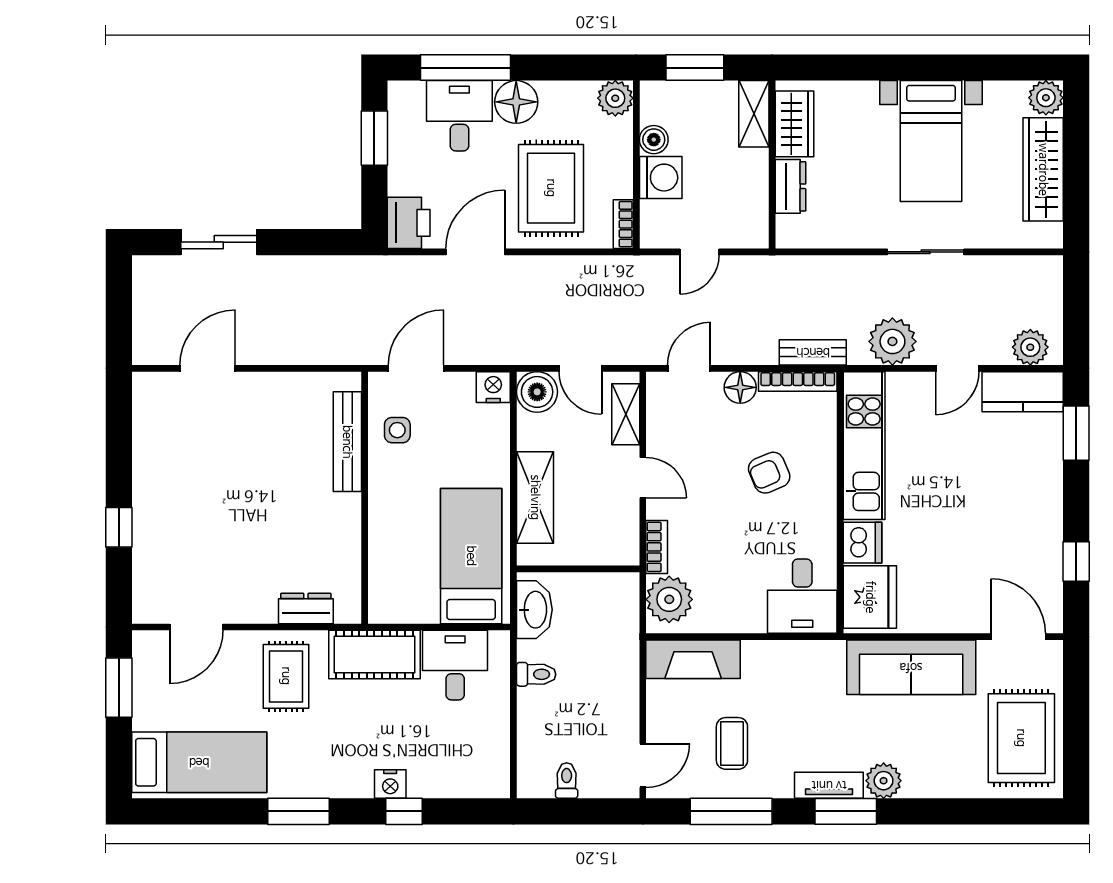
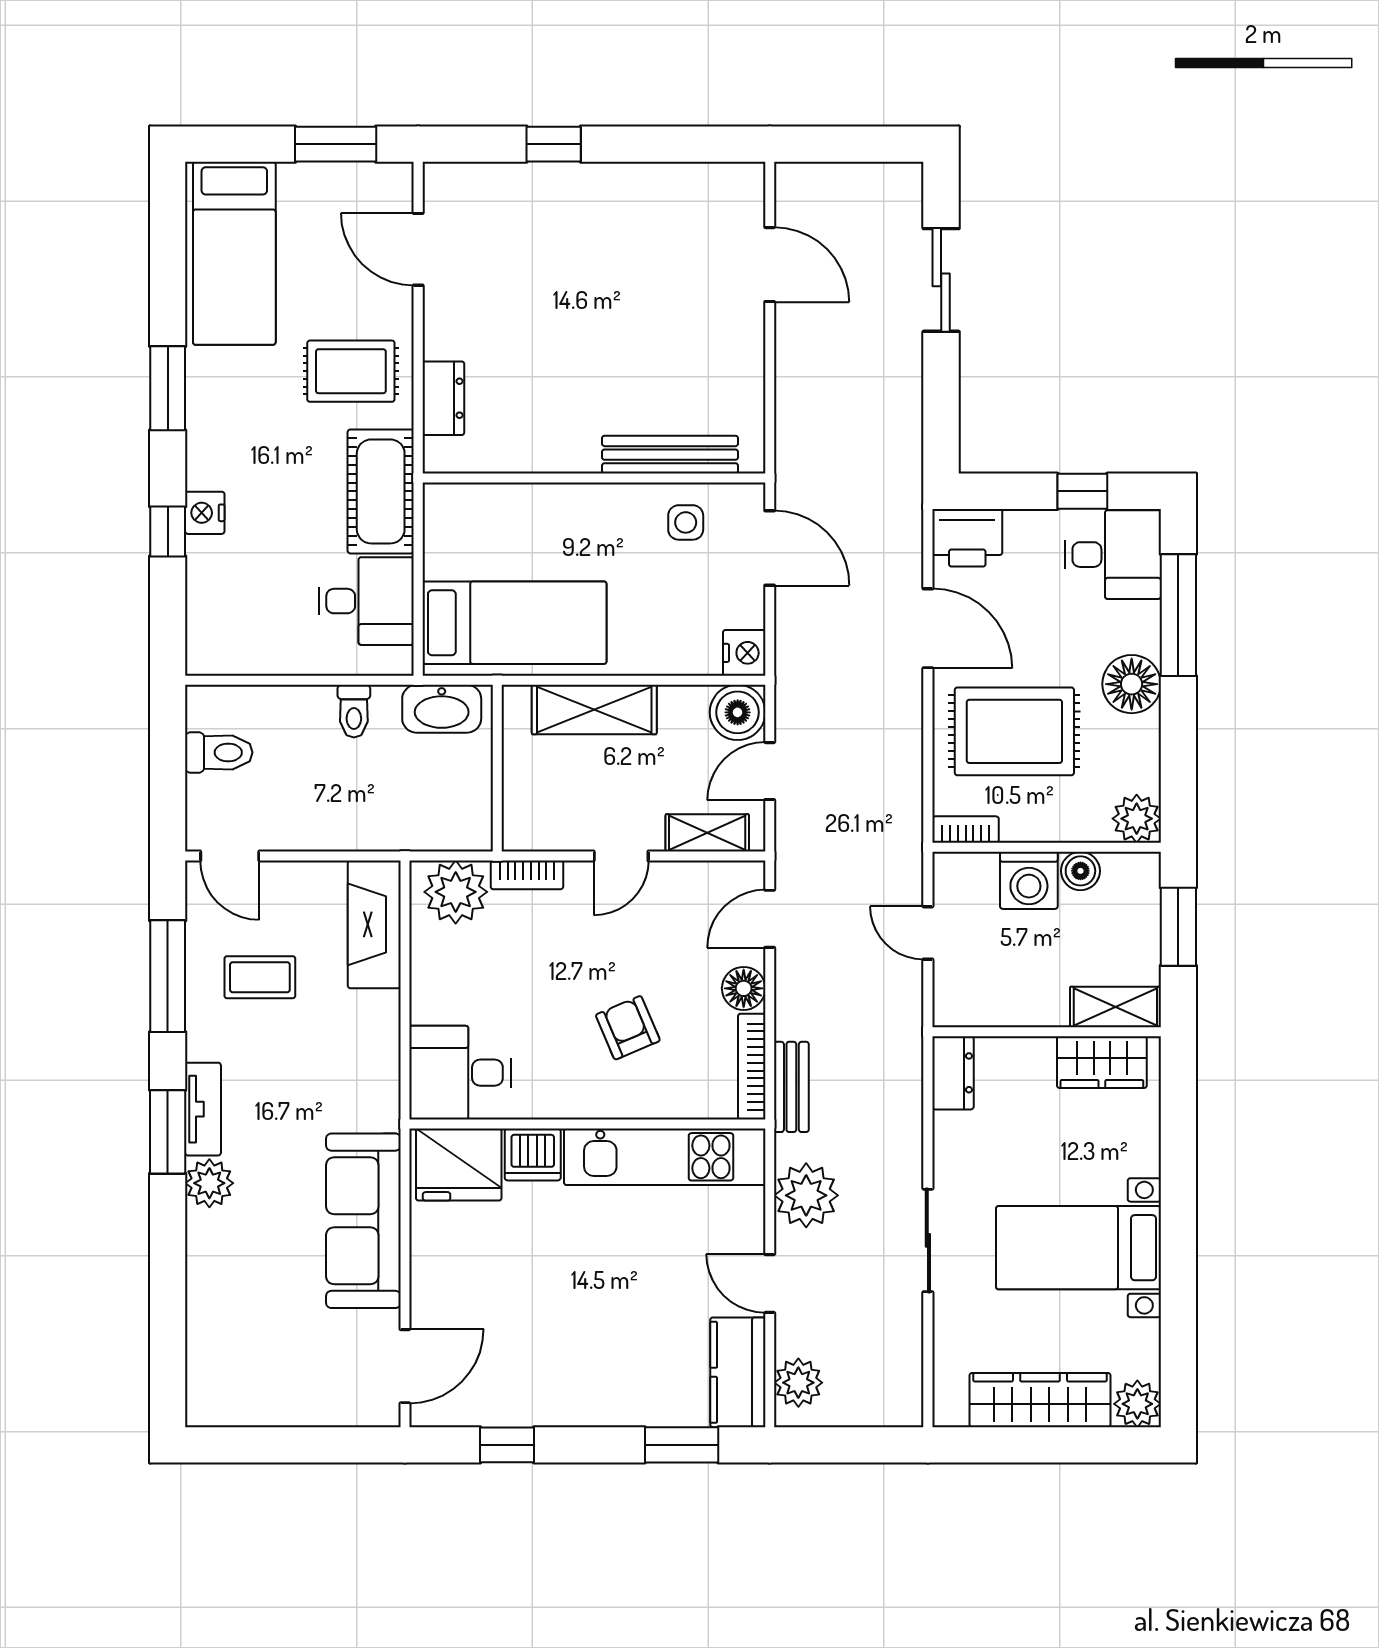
desk: (459, 116) -> (1113, 555), moved
window: (374, 138) -> (1082, 491), width x0.67
dresser: (791, 186) -> (953, 1073), moved, turned -90
door: (689, 368) -> (770, 919), swing flipped
rug: (1021, 738) -> (267, 1371), removed
toilet: (567, 781) -> (219, 752), width x1.37, depth x1.39

